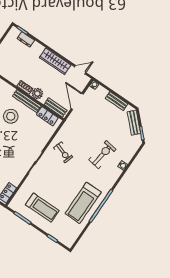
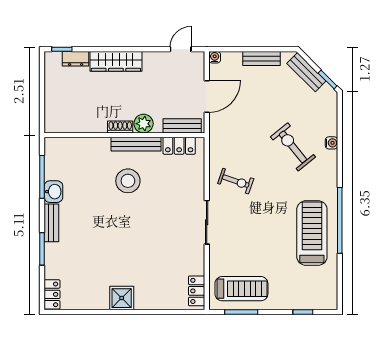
wardrobe: (55, 61) -> (116, 61), moved
door: (77, 101) -> (207, 96), swing flipped
exercise bike: (102, 155) -> (293, 147), turned -47
treadmill: (83, 203) -> (312, 233), turned 180
treadmill: (42, 208) -> (241, 289), moved

